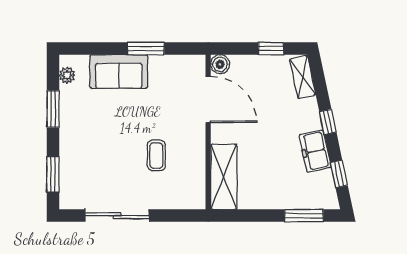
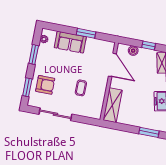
boiler: (220, 64) -> (133, 51), moved
armchair: (87, 163) -> (45, 85), added

